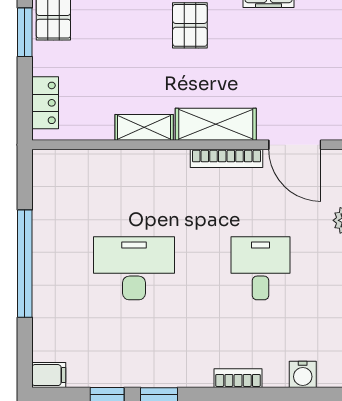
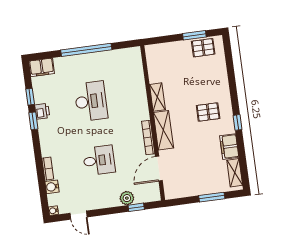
locker: (45, 103) -> (163, 49), removed
printer: (141, 374) -> (42, 111), added
filing cabinet: (49, 375) -> (42, 67), width x2.00
bookcase: (238, 378) -> (48, 169), moved

